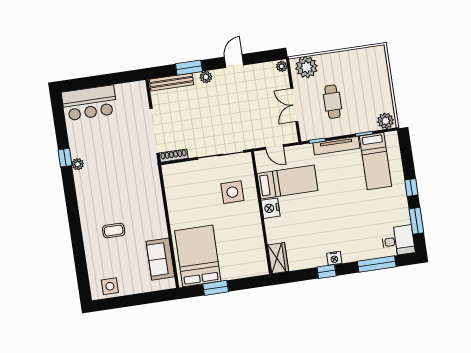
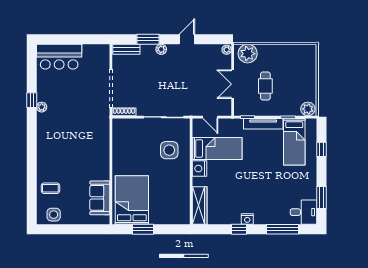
bench: (172, 82) -> (126, 49), width x0.73
window: (411, 187) -> (321, 149), moved
coffee table: (114, 231) -> (50, 188), moved
wardrobe: (278, 258) -> (200, 206), width x1.50

